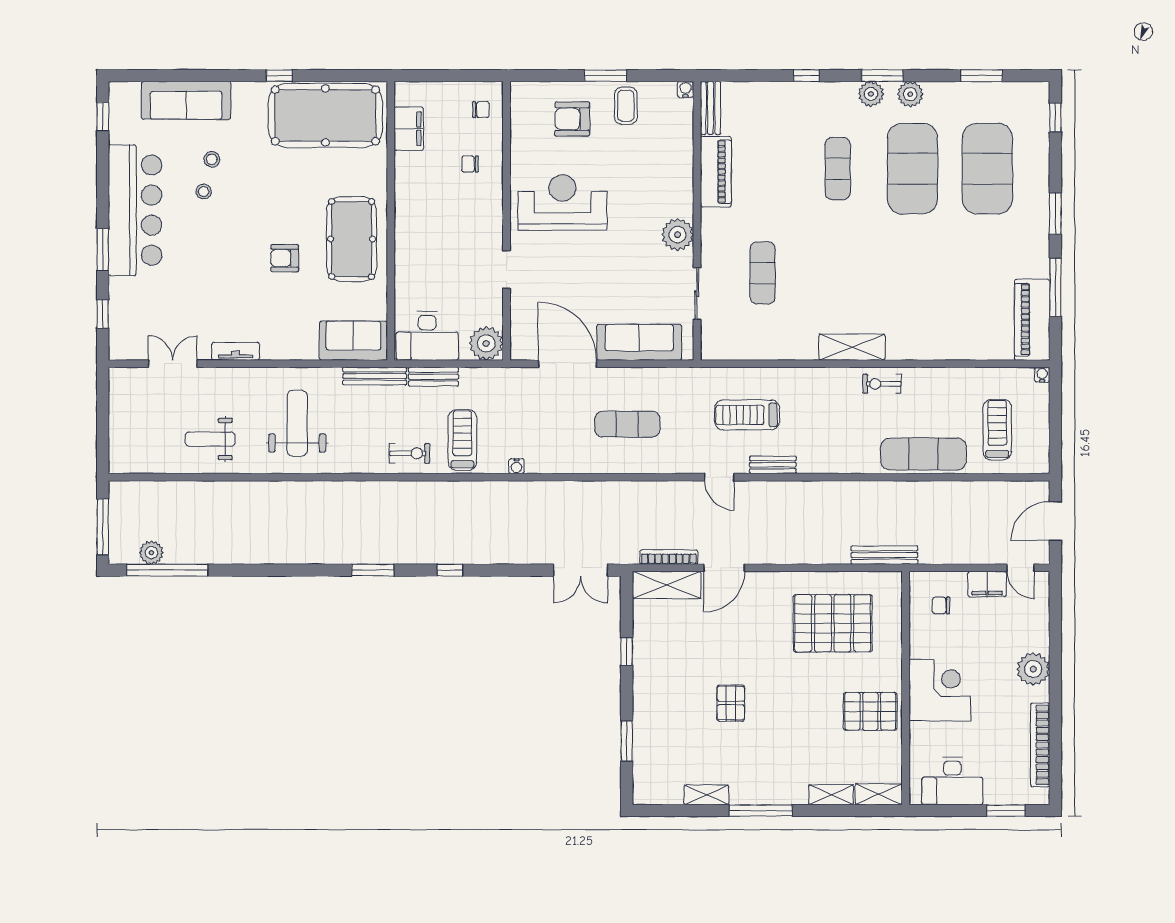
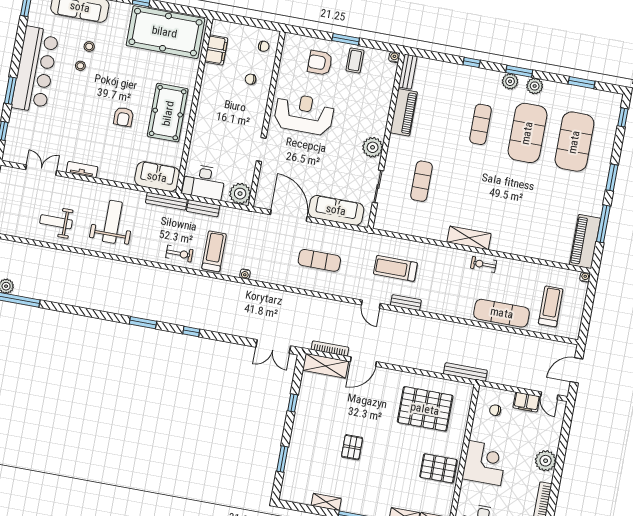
armchair: (285, 258) -> (124, 117), turned -90

